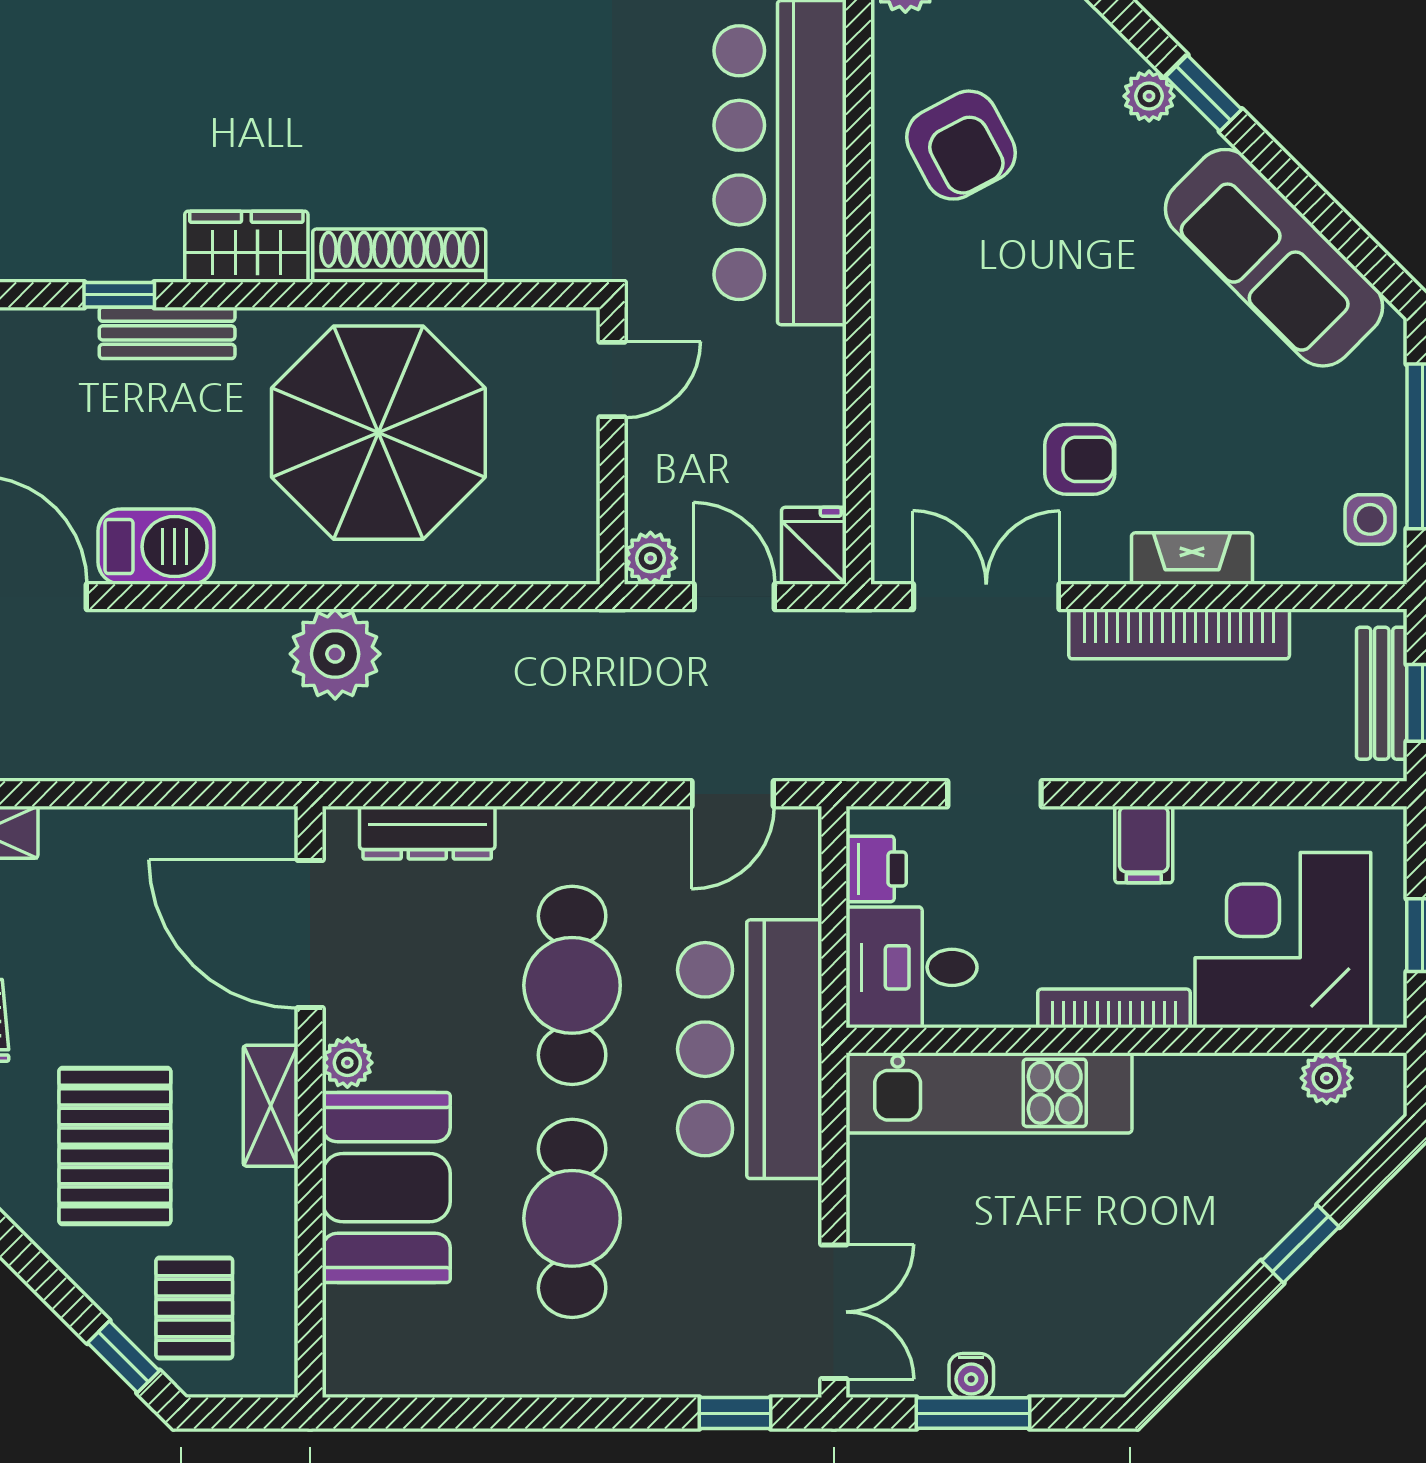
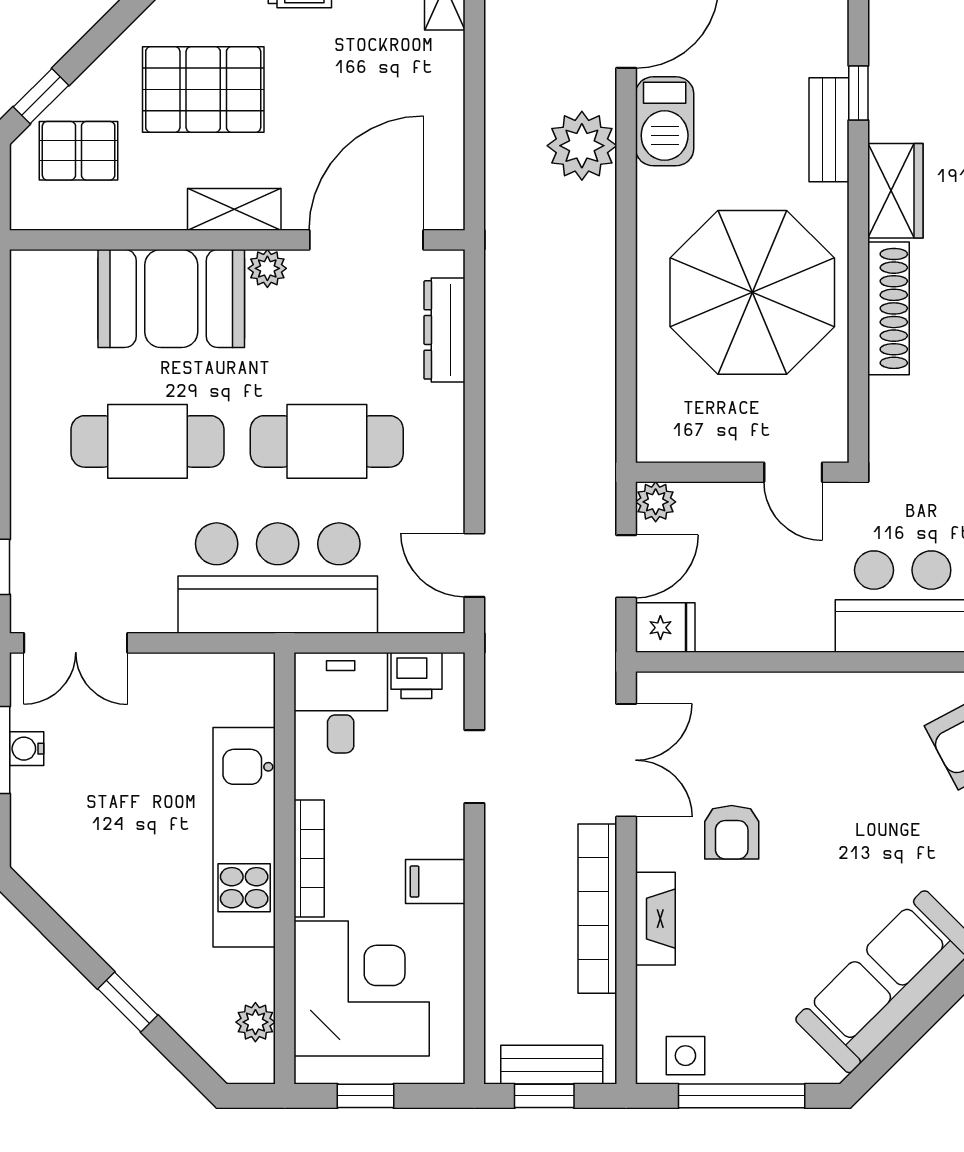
plant: (335, 654) -> (582, 146), moved
kitchen unit: (989, 1093) -> (244, 837), moved

